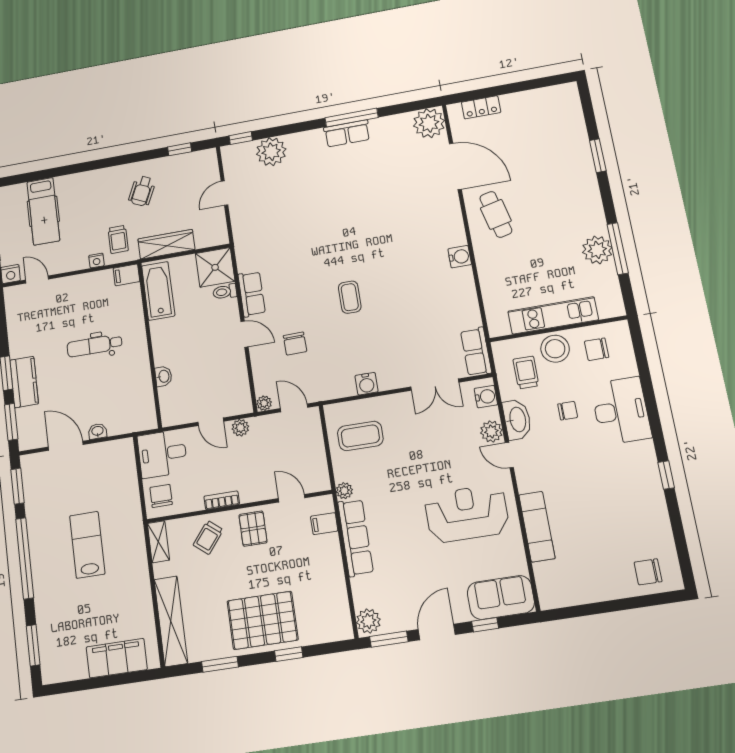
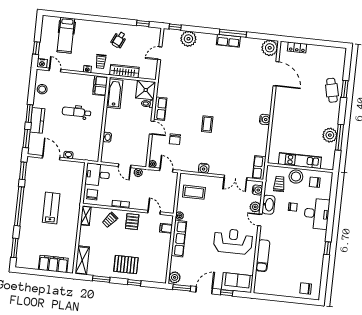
cafe table: (496, 214) -> (332, 90), moved
filing cabinet: (126, 275) -> (100, 86), width x2.00
stool: (21, 321) -> (42, 89), added
pallet: (263, 620) -> (126, 265), width x0.73, depth x0.71
shelving: (171, 621) -> (82, 260), width x0.68

